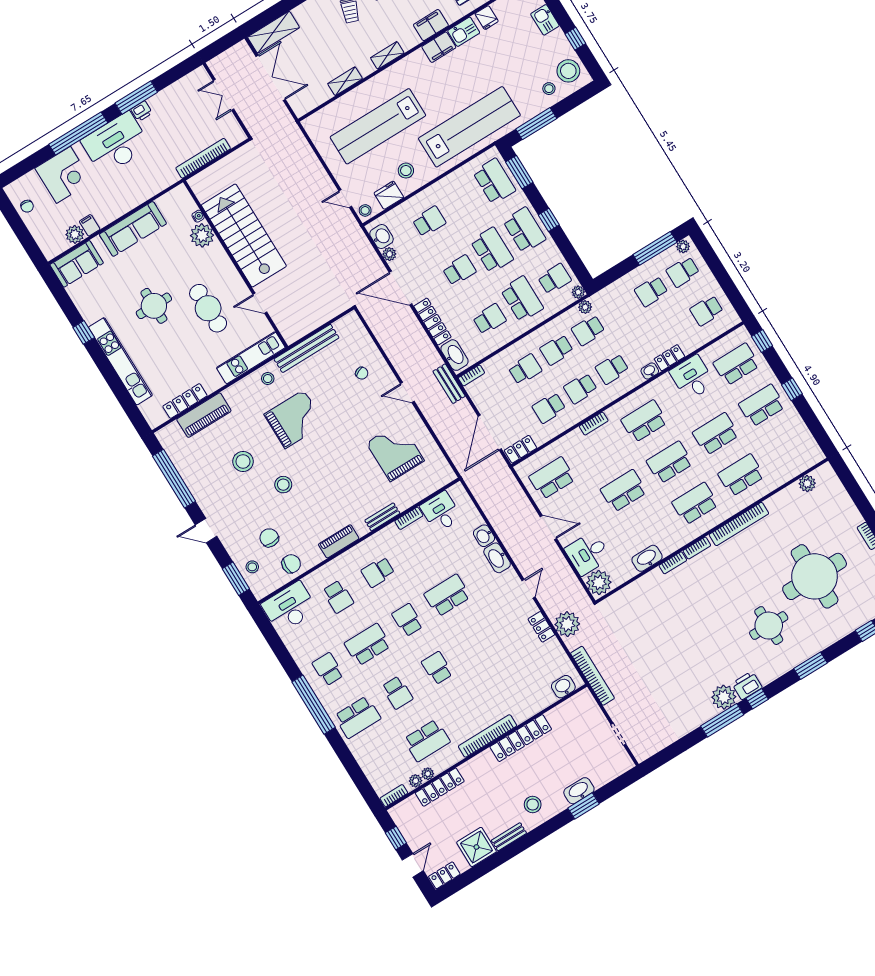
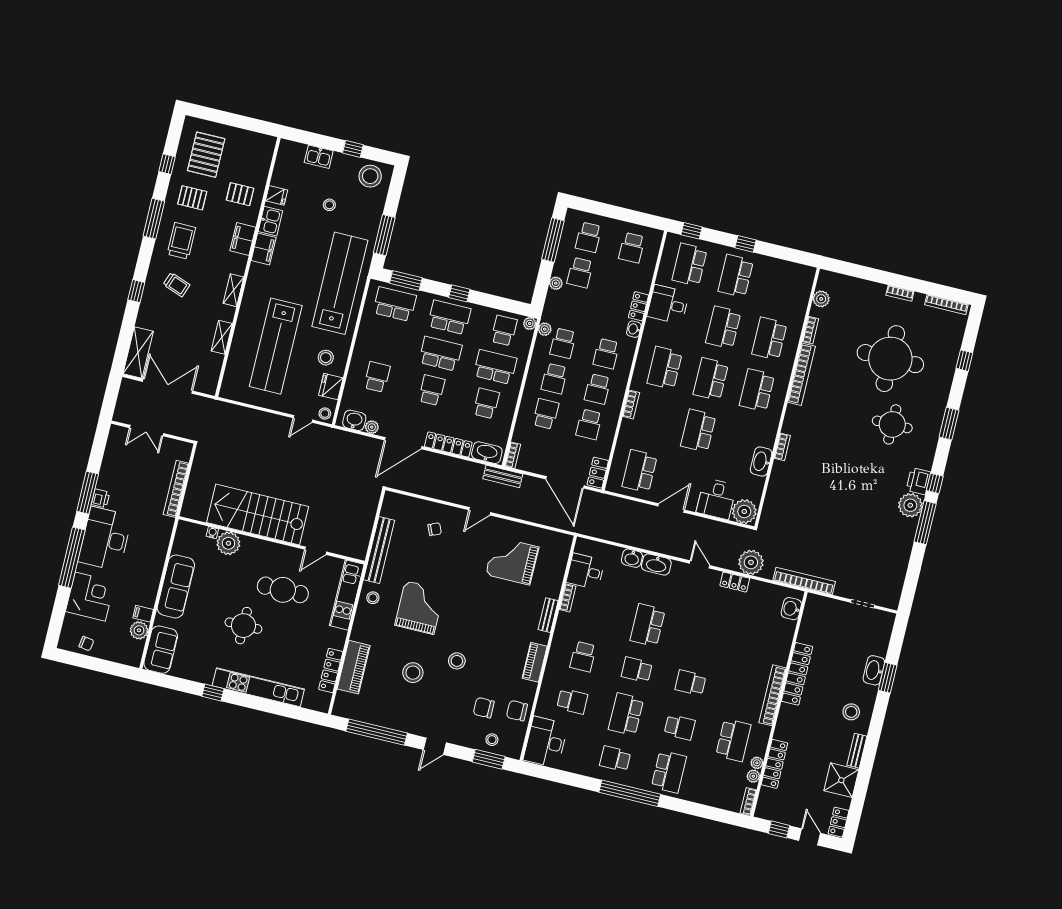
stool: (549, 89) -> (329, 205), moved
plant: (683, 246) -> (556, 283), moved
bookcase: (697, 548) -> (810, 330), moved
chair: (291, 564) -> (517, 711), turned -90

